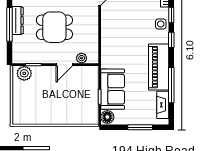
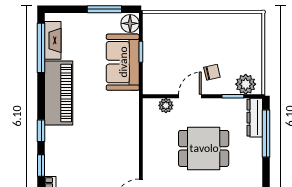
dresser: (18, 21) -> (255, 118), moved
window: (10, 24) -> (266, 134), moved
side table: (161, 24) -> (56, 153), removed
chair: (48, 82) -> (212, 72), added
window: (171, 85) -> (41, 48), moved
window: (140, 127) -> (104, 9), moved

